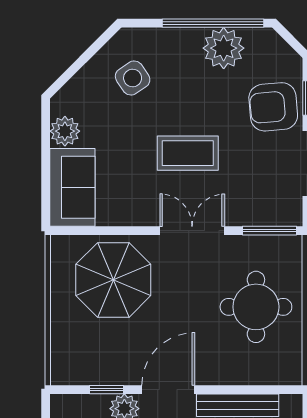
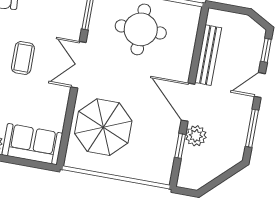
coffee table: (188, 153) -> (23, 58), width x0.73, depth x0.77

